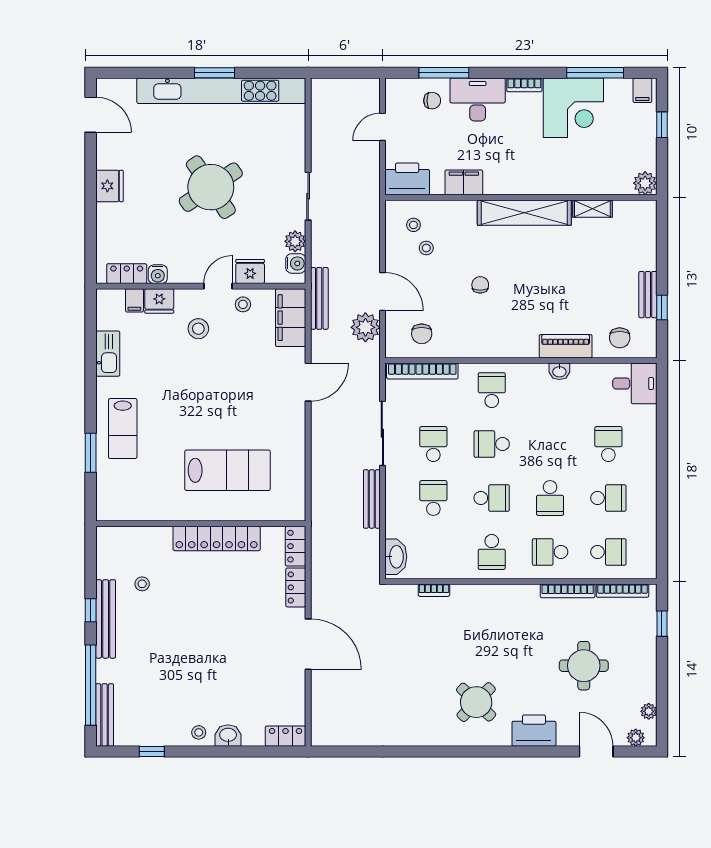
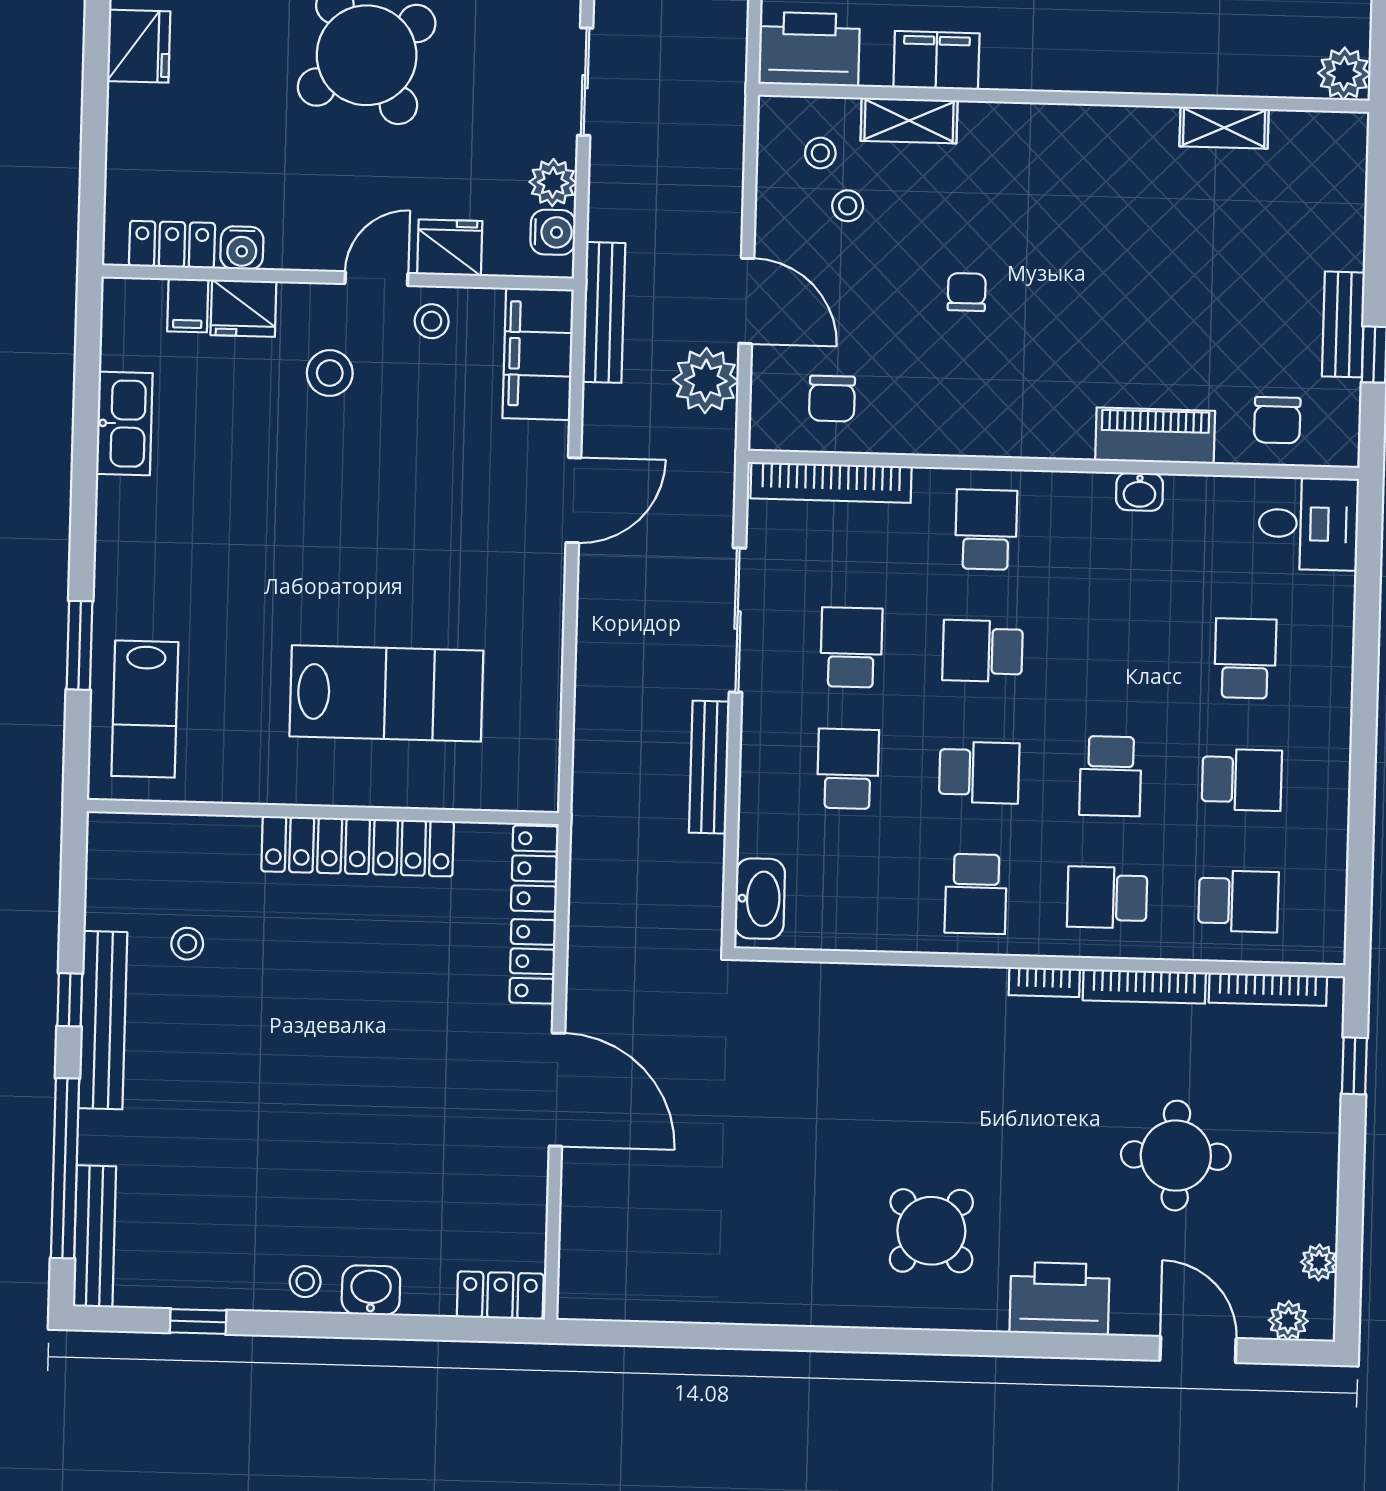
shelving: (524, 213) -> (909, 121), moved, width x0.45, depth x0.75
lab bench: (123, 429) -> (145, 709), moved
bookcase: (434, 590) -> (1044, 982), moved

